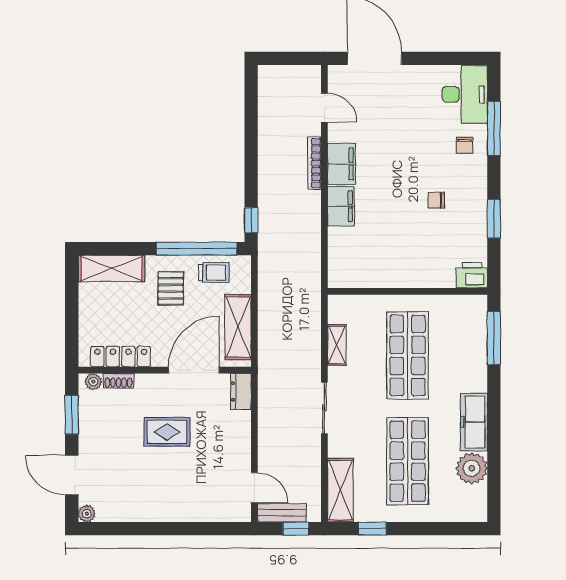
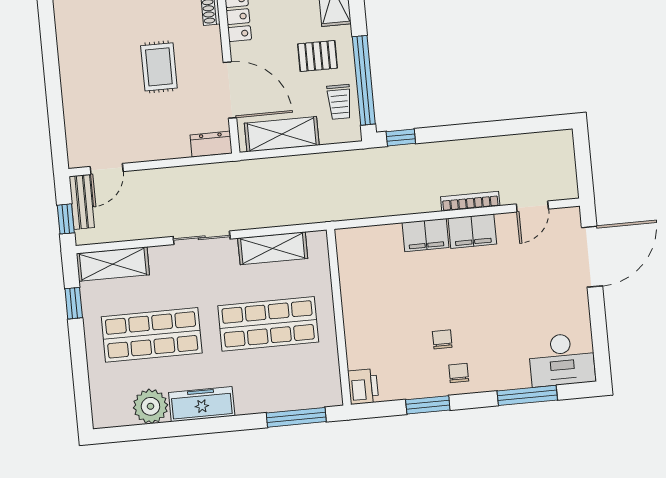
chair: (464, 145) -> (459, 373), moved, turned 90
shelving: (337, 345) -> (273, 248), width x1.50, depth x1.33

